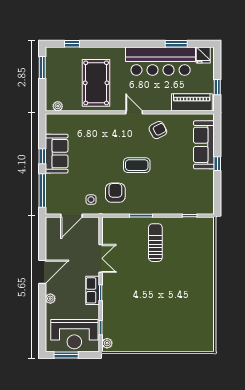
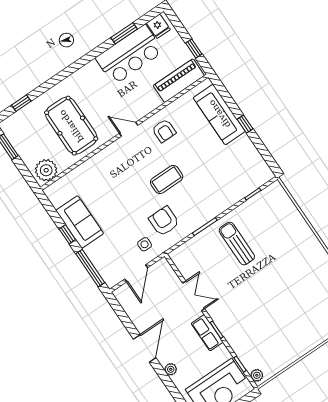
bar counter: (161, 61) -> (129, 55), width x0.73
plant: (58, 106) -> (46, 170), width x1.88, depth x1.88
armchair: (158, 130) -> (164, 131), turned 117

